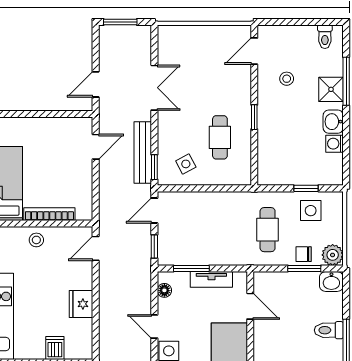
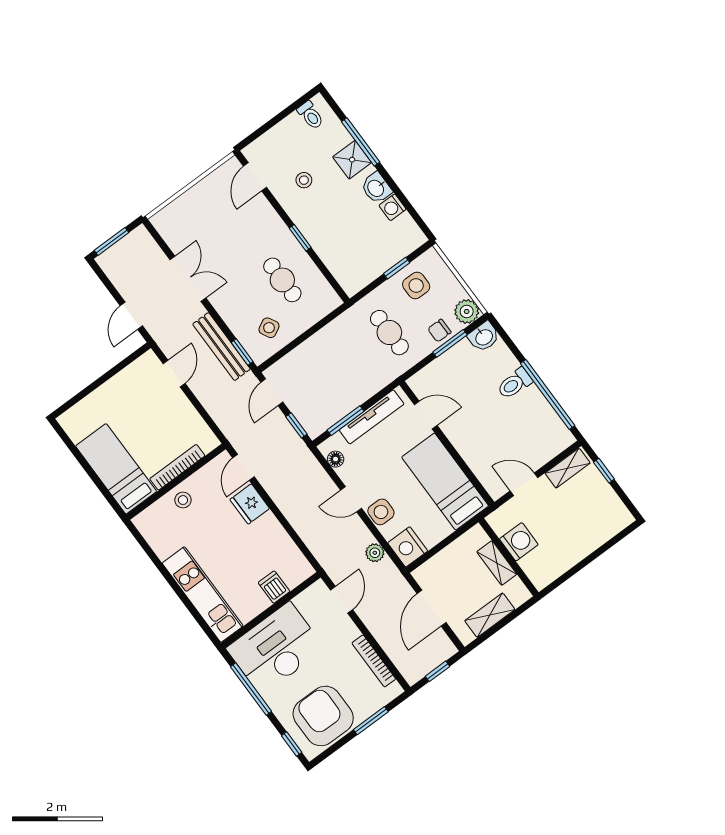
tv unit: (211, 279) -> (372, 417), width x1.41
fridge: (81, 304) -> (250, 504), moved

